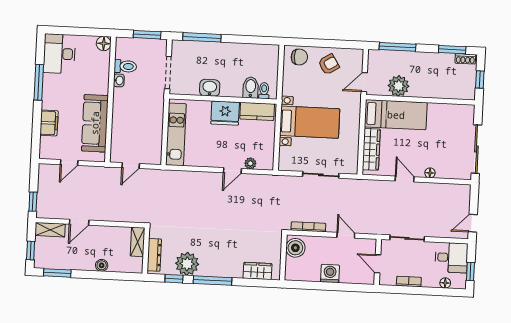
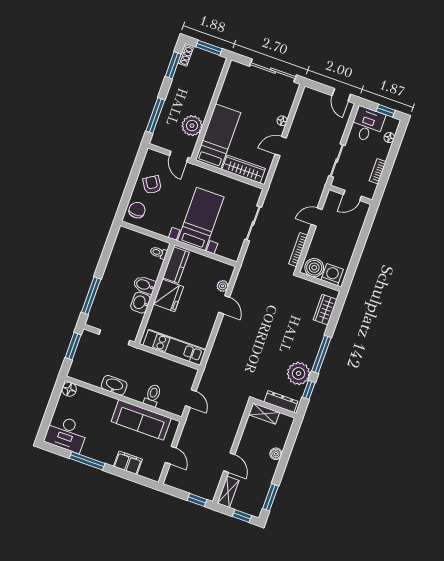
toilet: (125, 66) -> (153, 395), moved
window: (480, 79) -> (209, 48), width x1.50
washbasin: (119, 80) -> (114, 385), width x1.91, depth x1.45
bidet: (251, 88) -> (144, 285), moved
washing machine: (330, 274) -> (332, 275), moved, turned 90

